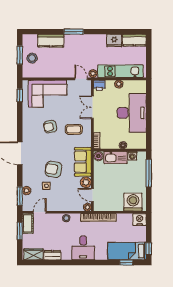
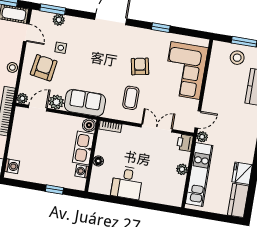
window: (20, 95) -> (161, 28), moved
desk: (132, 113) -> (127, 183), width x0.53, depth x0.77
armchair: (53, 169) -> (44, 68), moved
window: (149, 173) -> (54, 190), width x0.46
washing machine: (133, 202) -> (12, 166), width x0.53, depth x0.53

